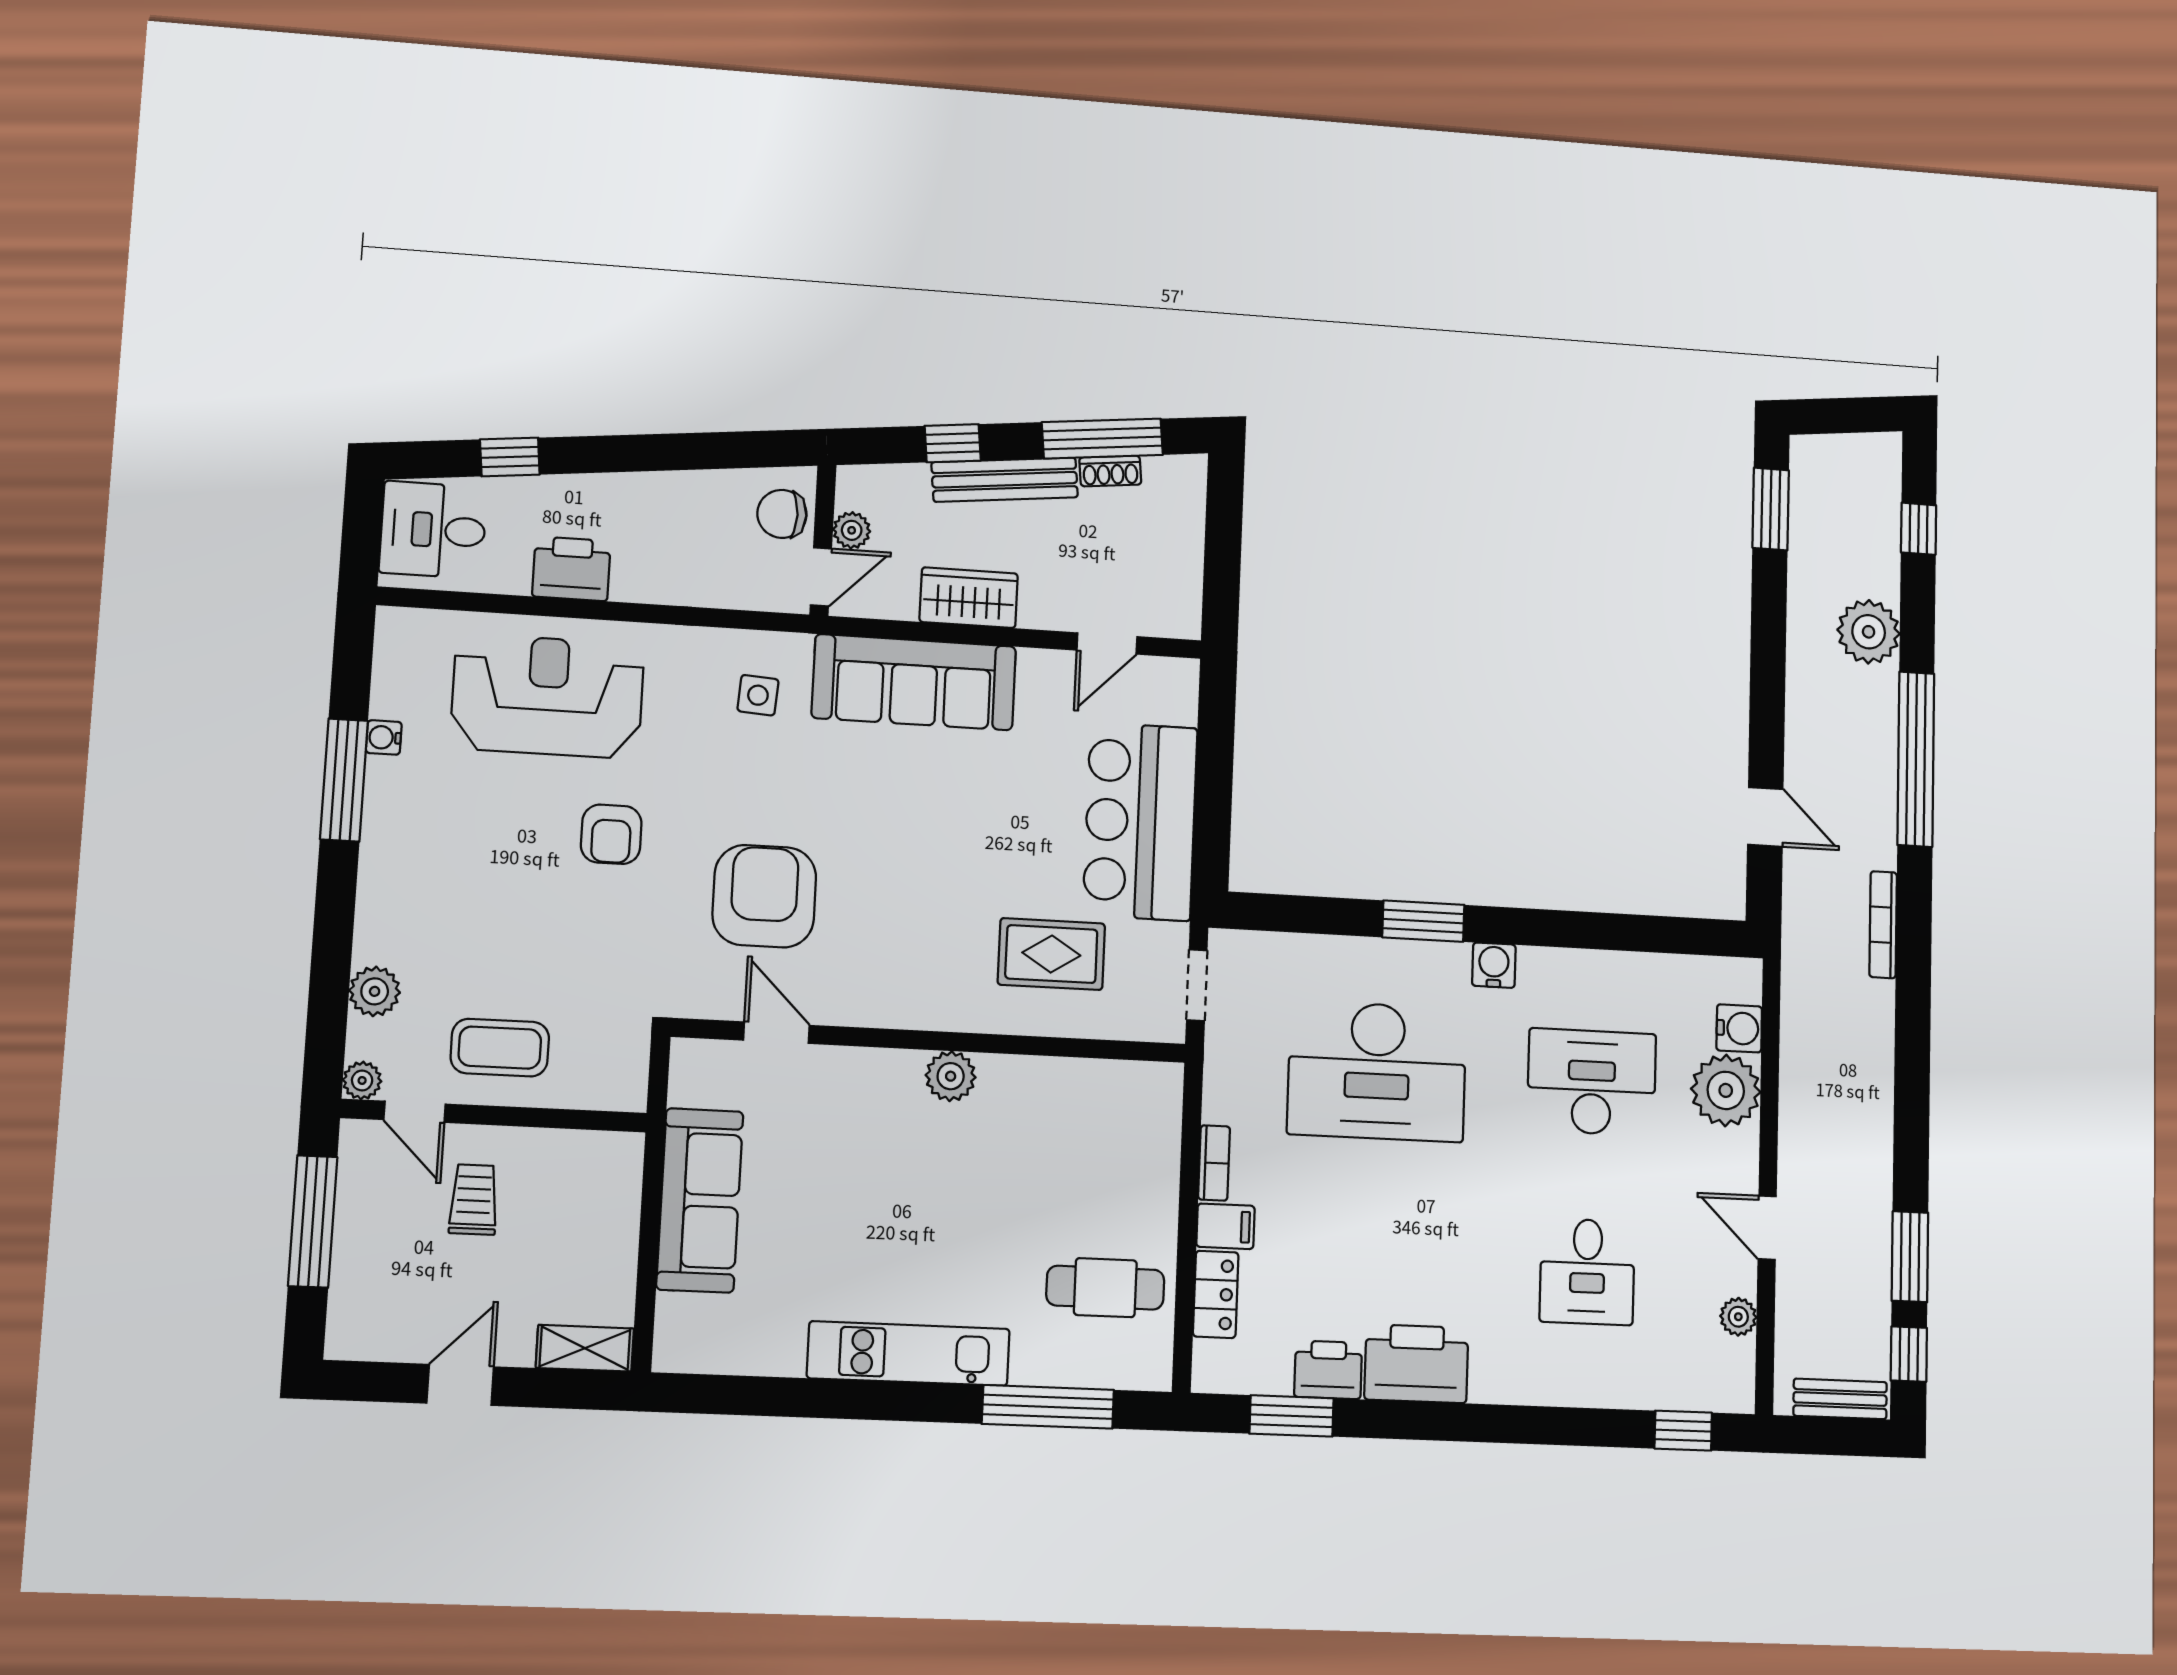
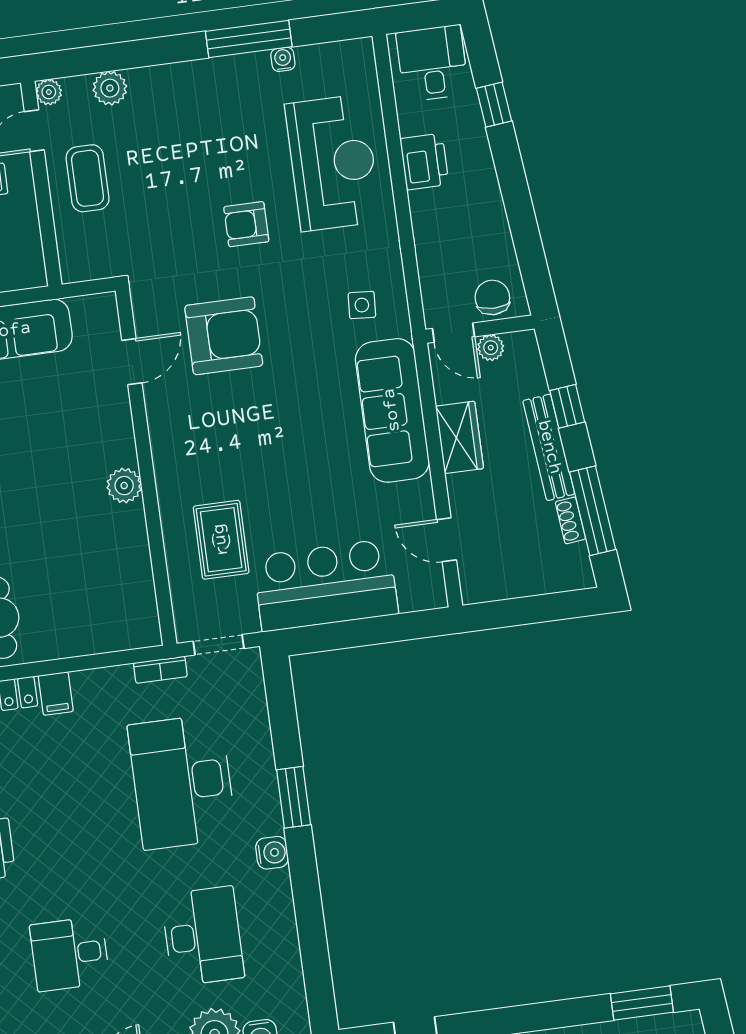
bookcase: (1214, 1163) -> (160, 670), moved

